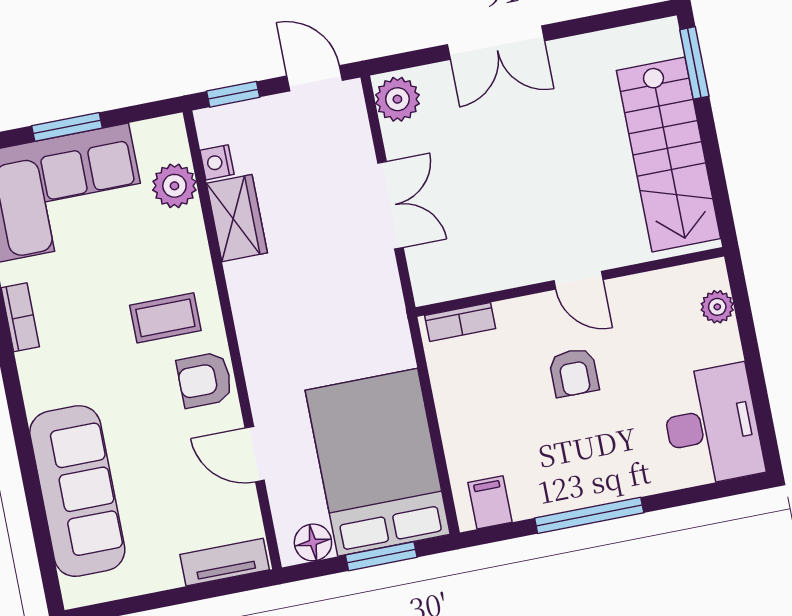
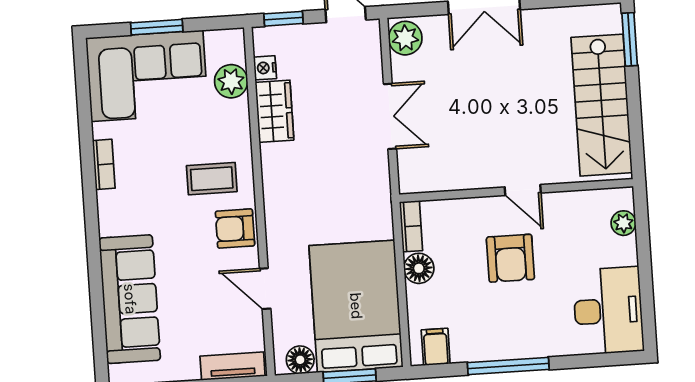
bookcase: (460, 322) -> (411, 226), moved, turned -90
armchair: (574, 372) -> (510, 258), width x1.38, depth x1.38
floor lamp: (454, 401) -> (419, 268), added

